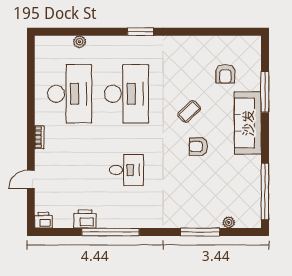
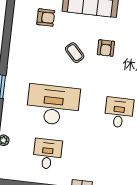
desk: (70, 94) -> (47, 154), width x0.53, depth x0.77

